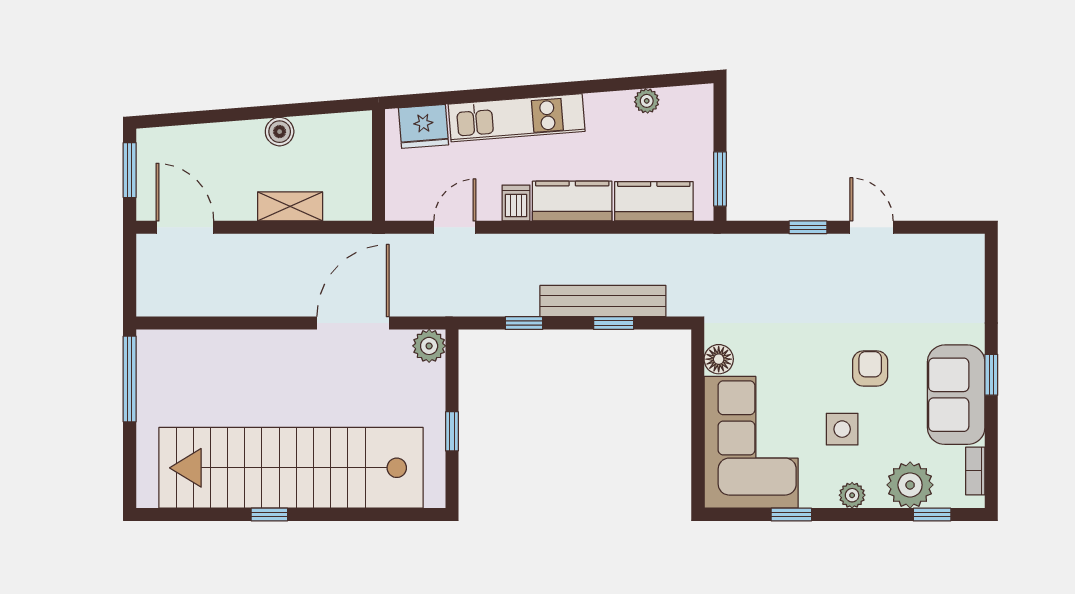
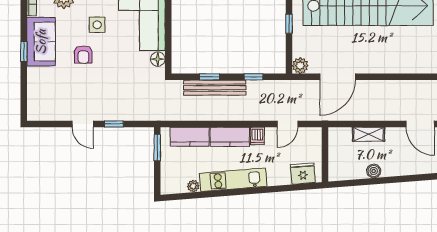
kitchen unit: (517, 118) -> (233, 180), moved

